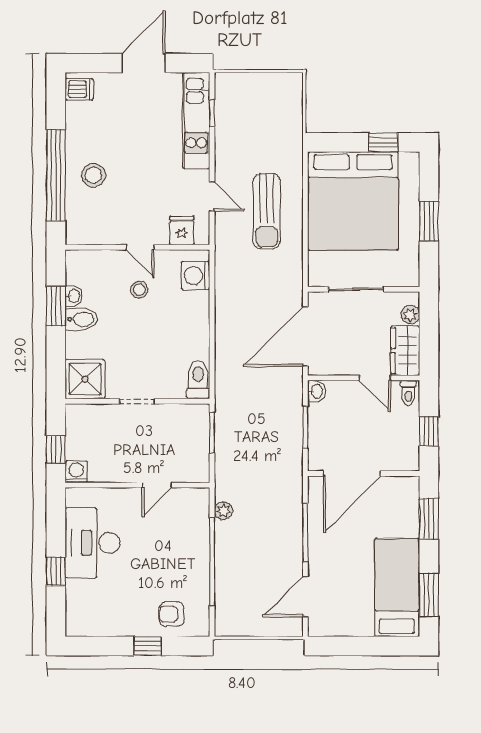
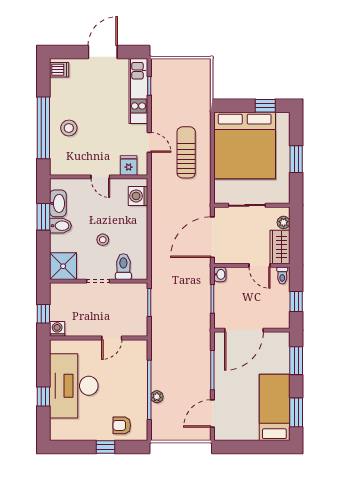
sun lounger: (267, 211) -> (186, 152), turned 180
stool: (139, 290) -> (103, 240), moved
washbasin: (74, 296) -> (58, 203), width x1.91, depth x1.45
toilet: (198, 380) -> (123, 267), moved
plant: (223, 511) -> (157, 397), moved
desk: (93, 543) -> (74, 386), width x1.36, depth x1.30

